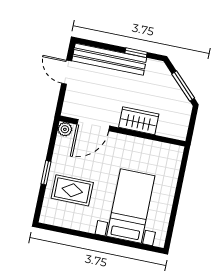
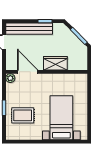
door: (93, 125) -> (28, 72), swing flipped

